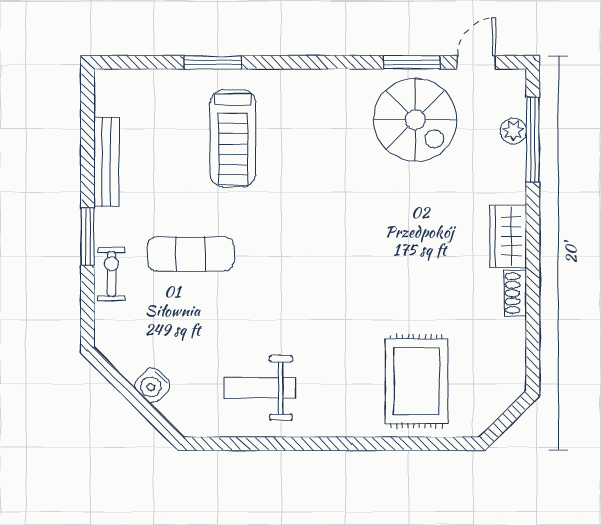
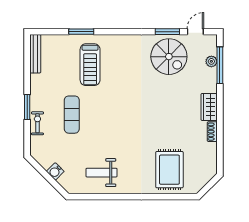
bench: (106, 162) -> (35, 54), moved
exercise mat: (191, 254) -> (72, 115), turned 90

